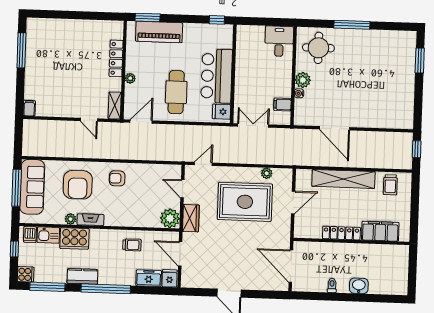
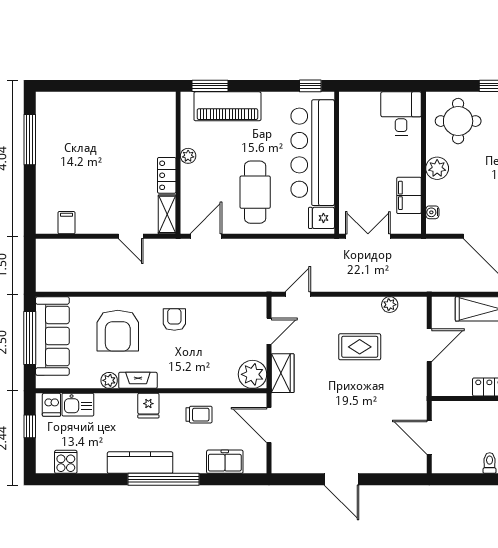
locker: (116, 58) -> (167, 175), moved, width x0.66
bar counter: (217, 76) -> (313, 153), width x1.36
plant: (130, 78) -> (188, 156), moved
water cooler: (299, 93) -> (432, 212), moved
filing cabinet: (282, 104) -> (409, 195), width x2.00
filing cabinet: (29, 108) -> (66, 223), moved
armchair: (117, 178) -> (174, 319), turned 90
door: (182, 189) -> (269, 331), swing flipped
rug: (245, 202) -> (360, 347), width x0.54, depth x0.49
cooker: (74, 238) -> (116, 408), removed
door: (291, 266) -> (429, 437), width x0.73
cooker: (26, 274) -> (66, 462), moved, turned -90
kitchen counter: (82, 276) -> (140, 463), width x1.50
fridge: (170, 278) -> (148, 406), moved, turned 180
window: (47, 287) -> (79, 479), removed

